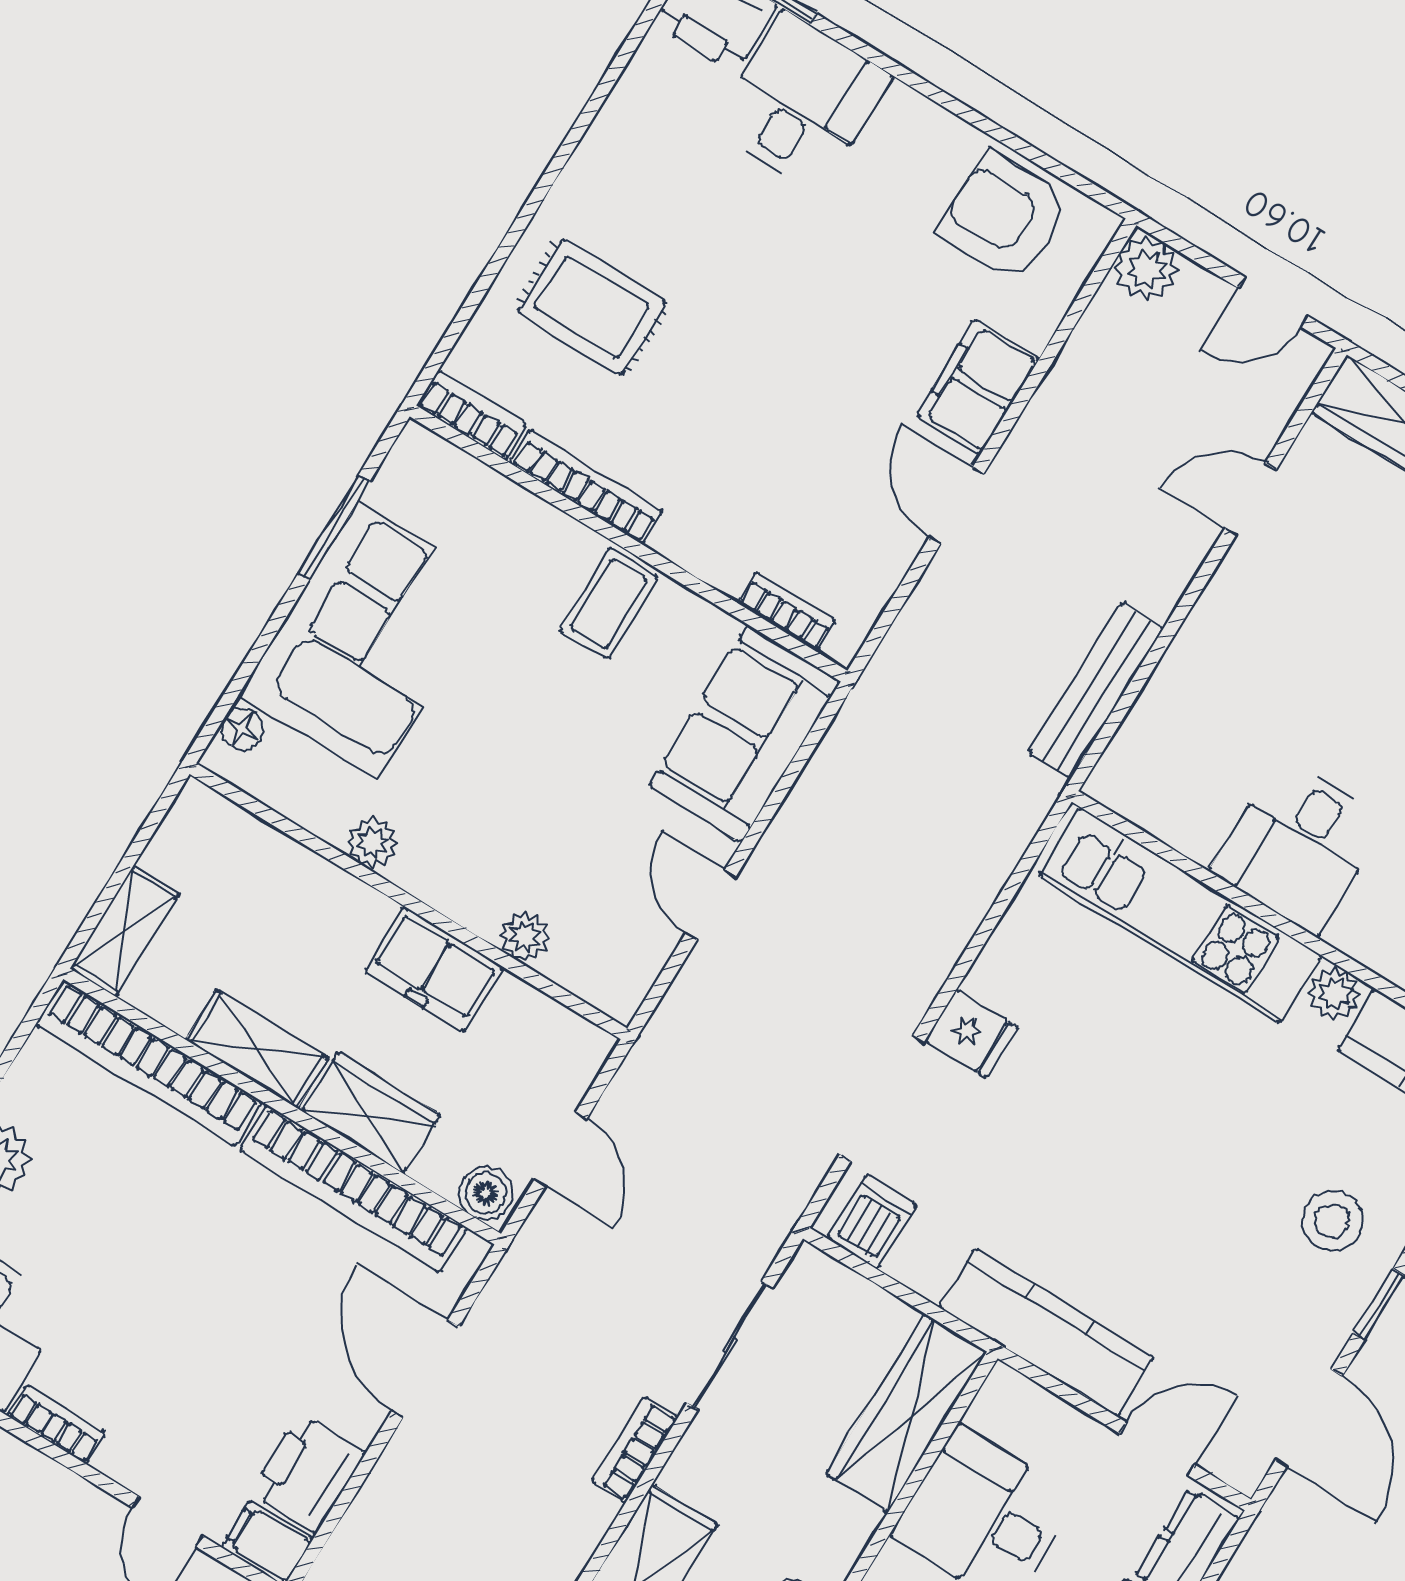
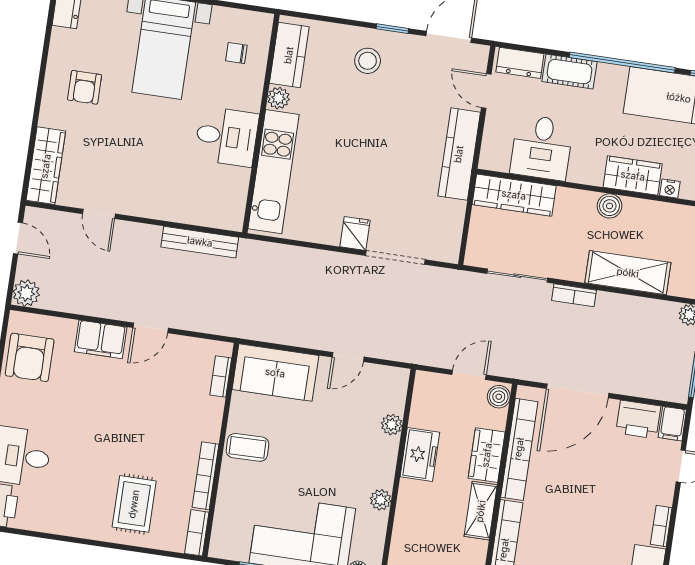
dishwasher: (872, 1221) -> (445, 241), removed
door: (425, 1369) -> (578, 391), width x1.36

